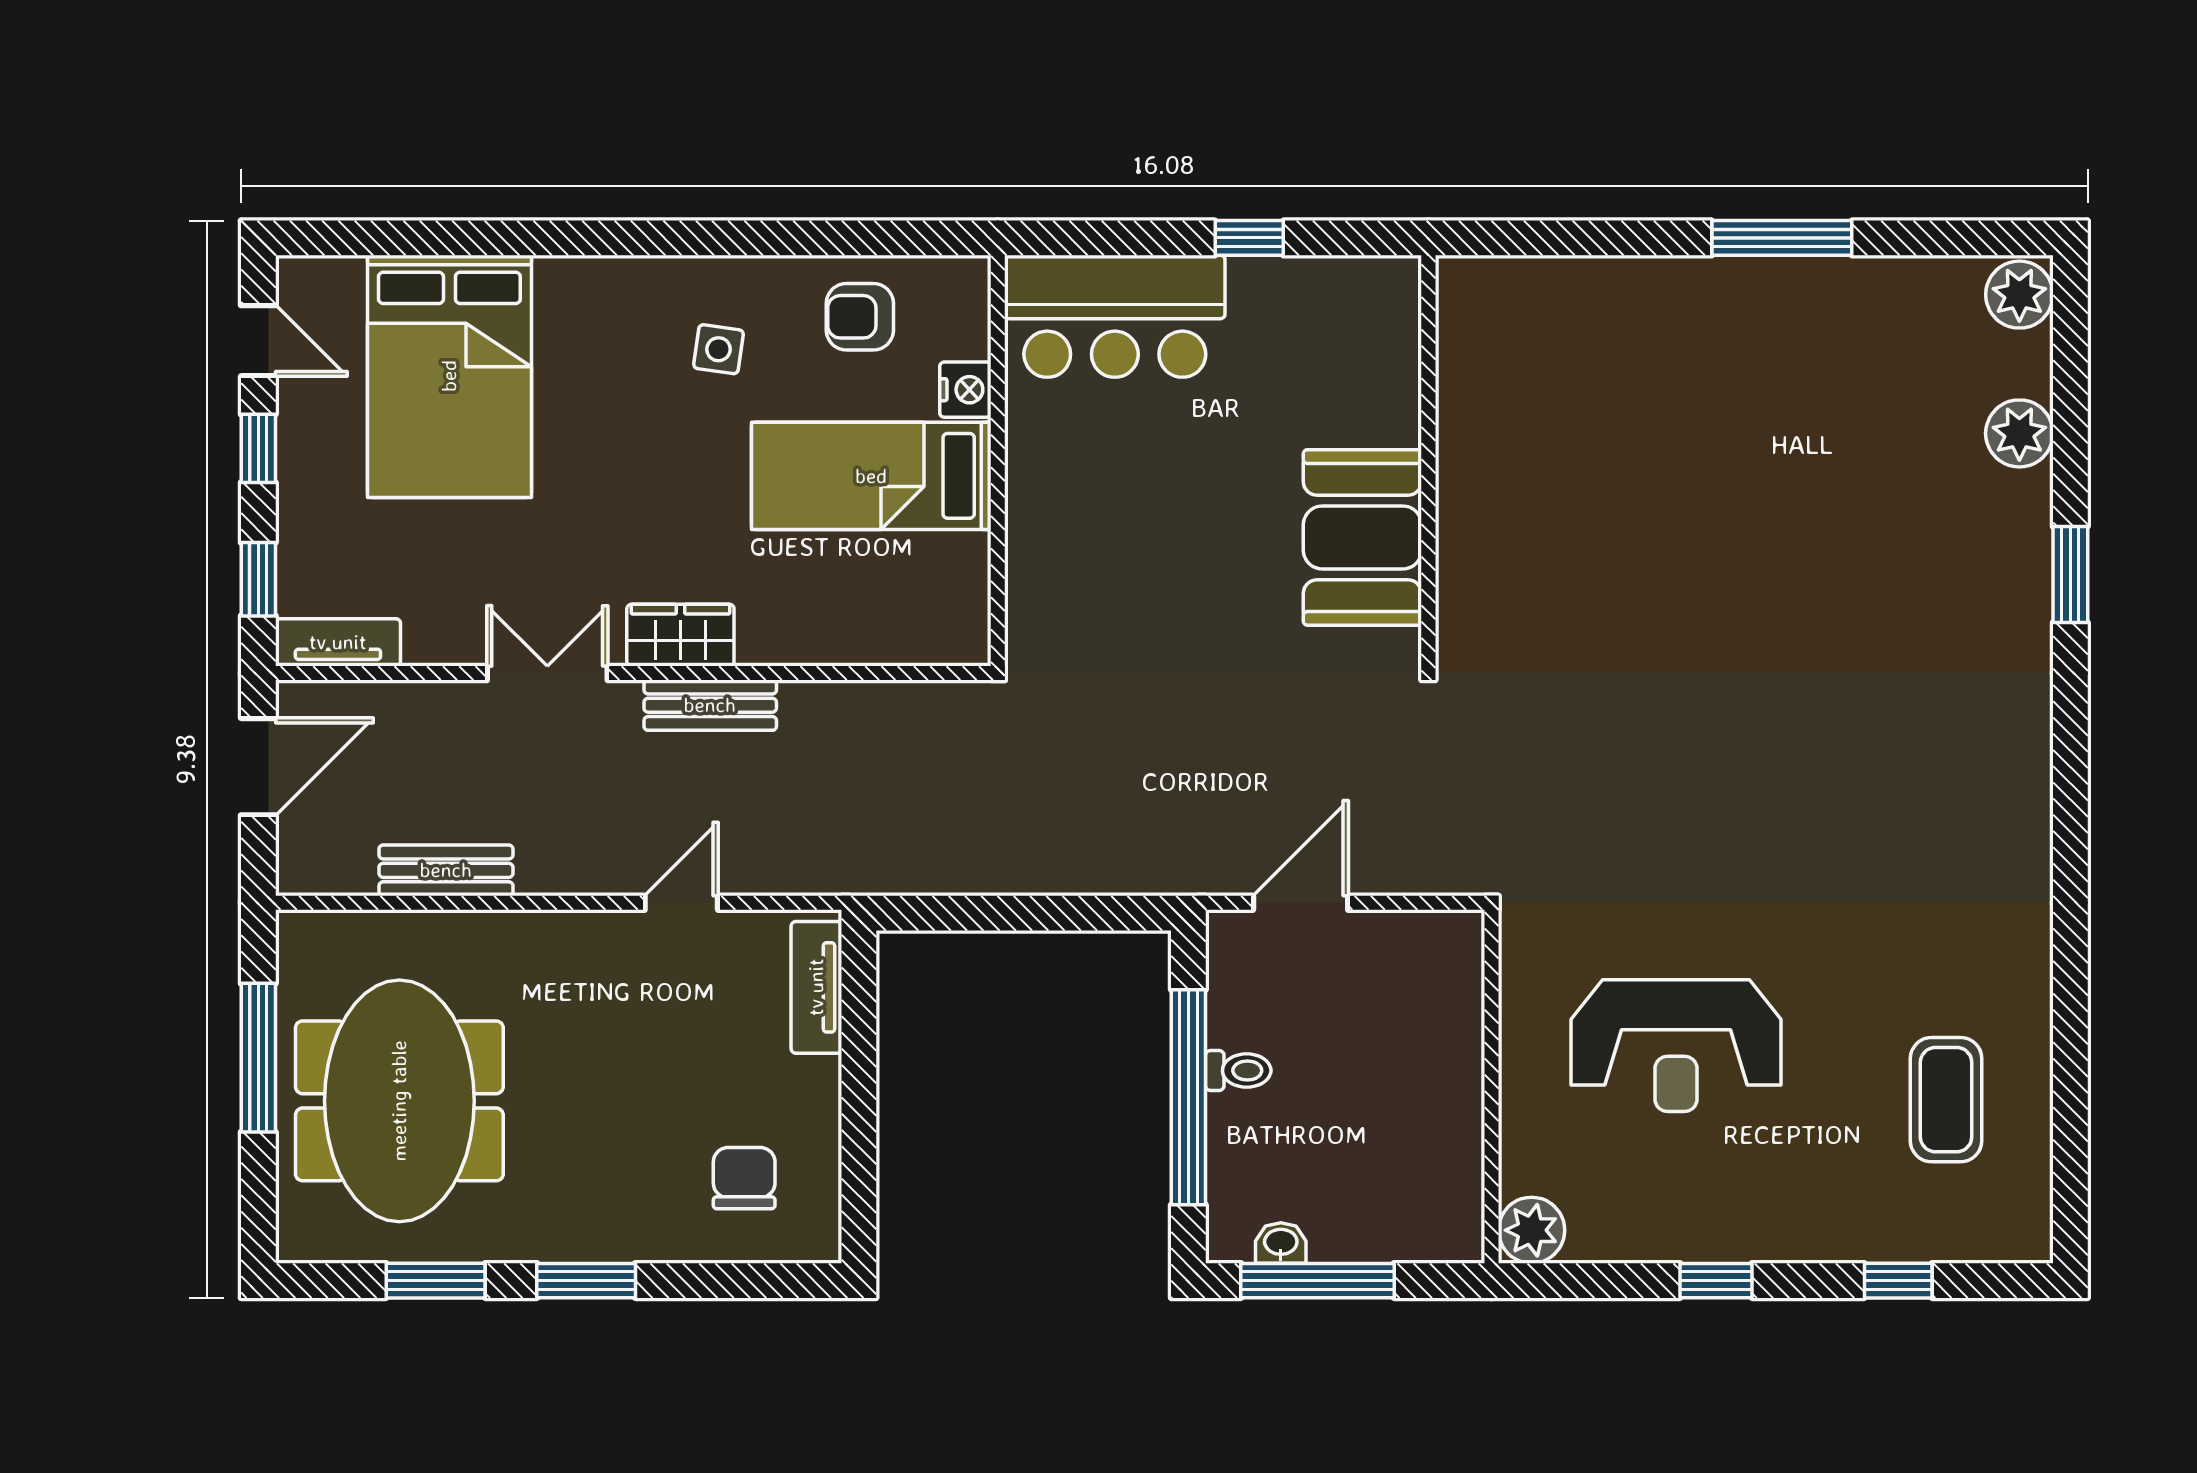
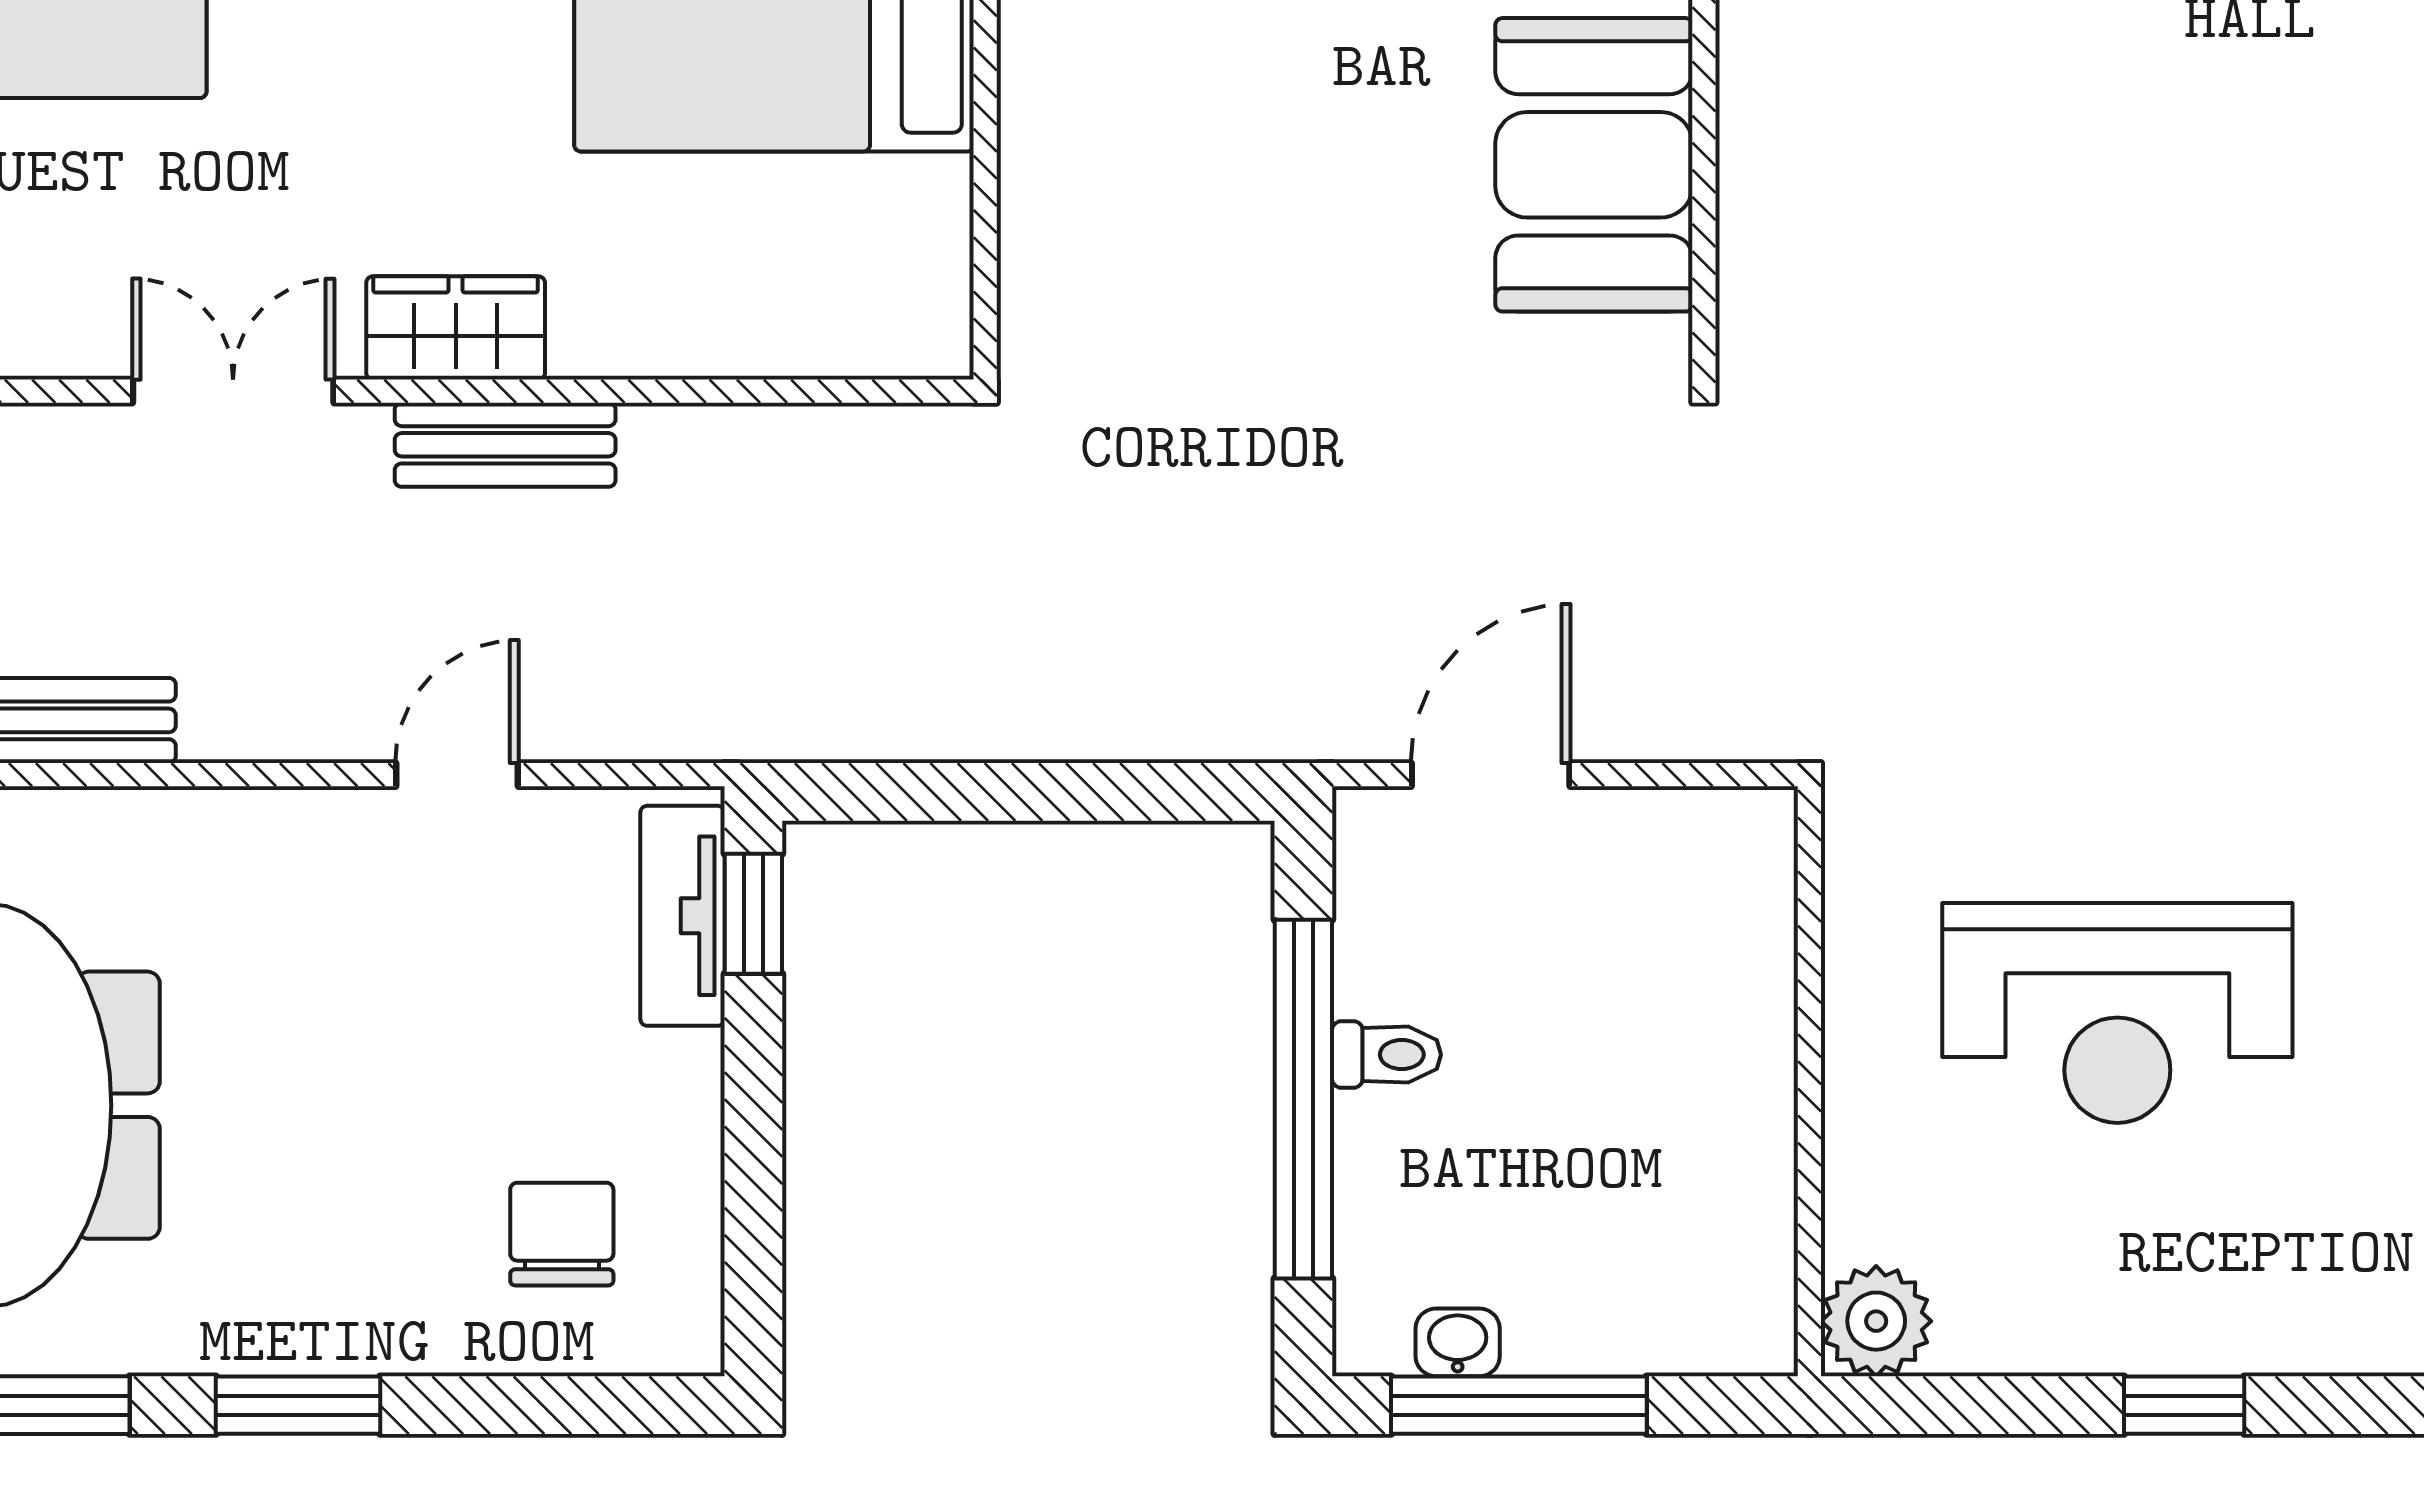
window: (859, 986) -> (753, 914), added

